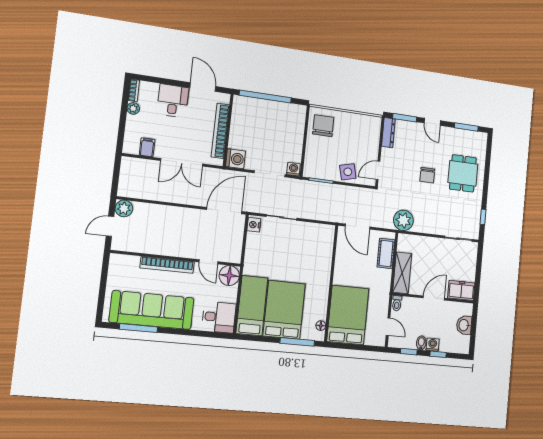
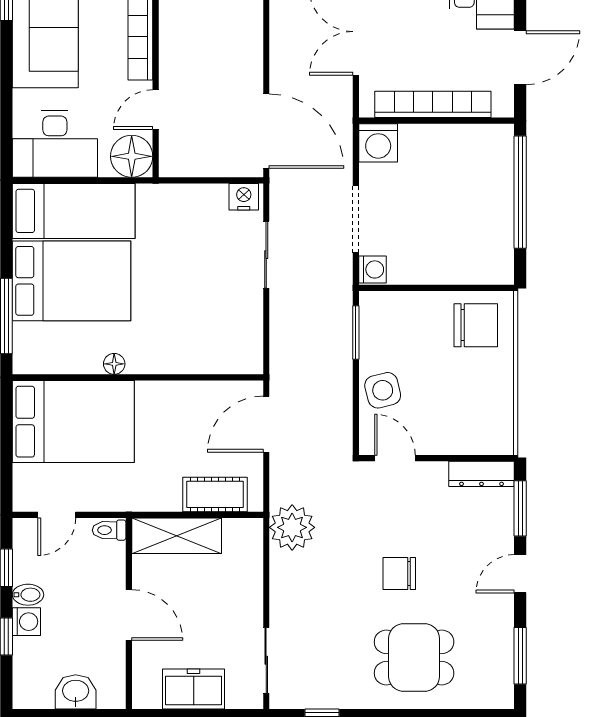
freezer: (461, 290) -> (194, 689), moved, turned -90
desk: (219, 317) -> (55, 144), width x1.37
floor lamp: (321, 326) -> (114, 364), moved

